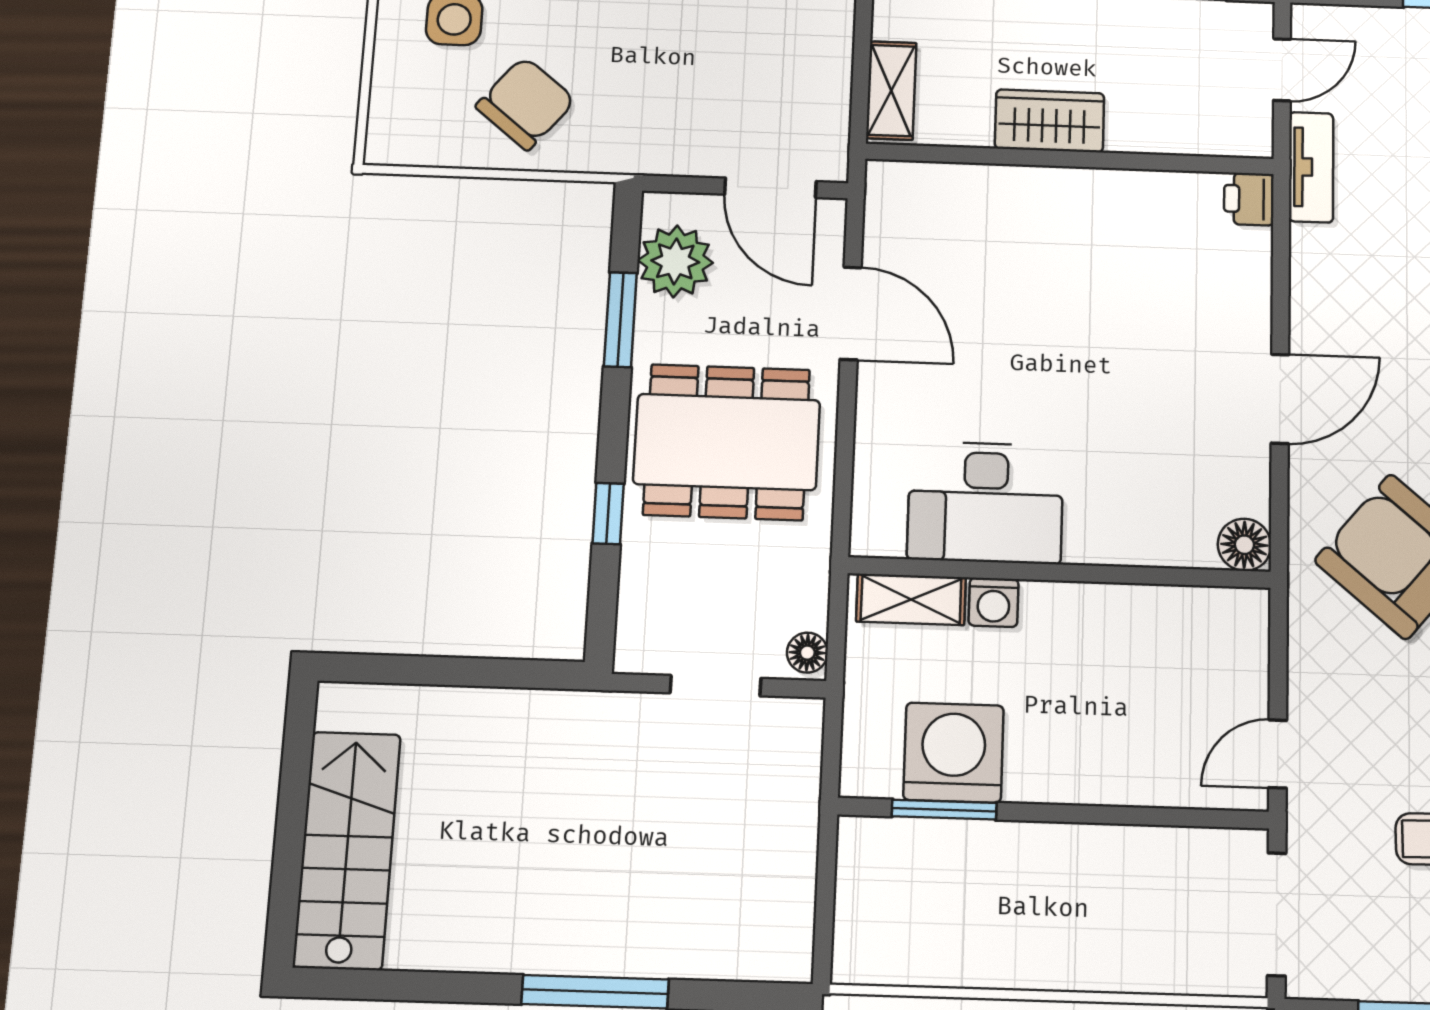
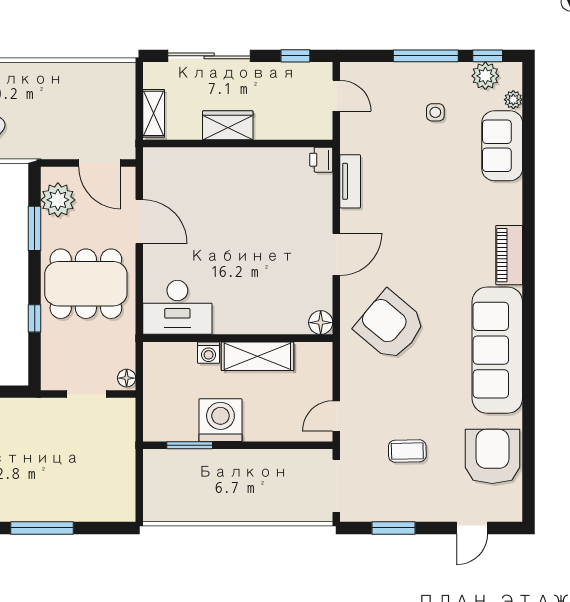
door: (1282, 70) -> (336, 96), hinge flipped
tv unit: (1311, 167) -> (350, 181), moved
desk: (985, 503) -> (177, 307), moved
shelving: (911, 599) -> (257, 356), moved, width x1.50, depth x1.33
washing machine: (953, 753) -> (220, 420), moved

